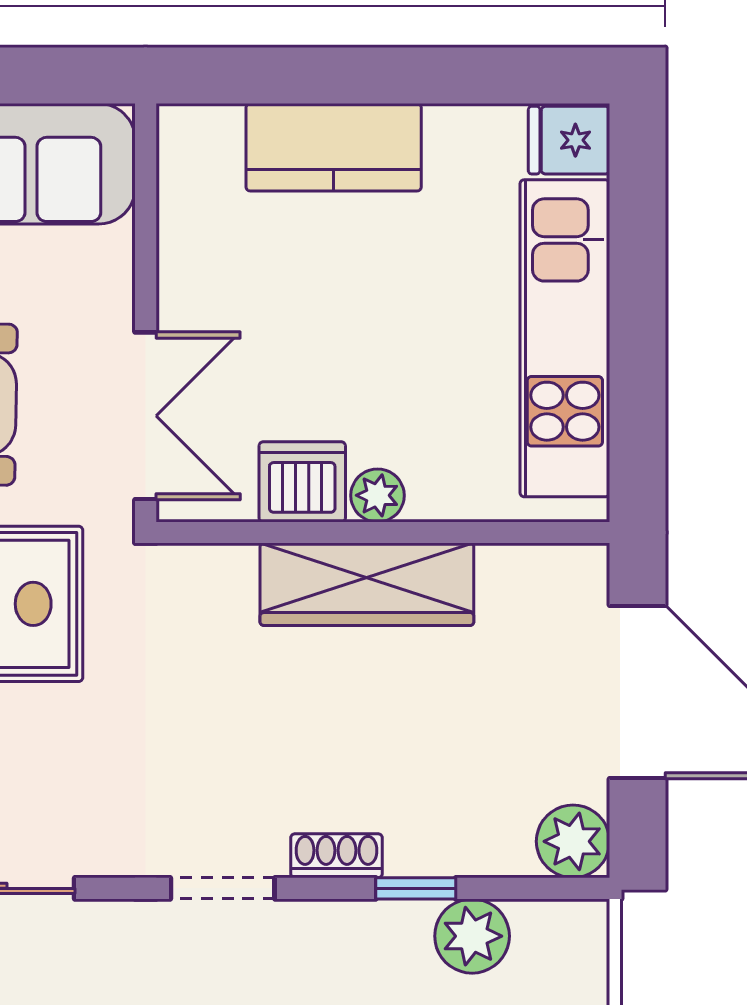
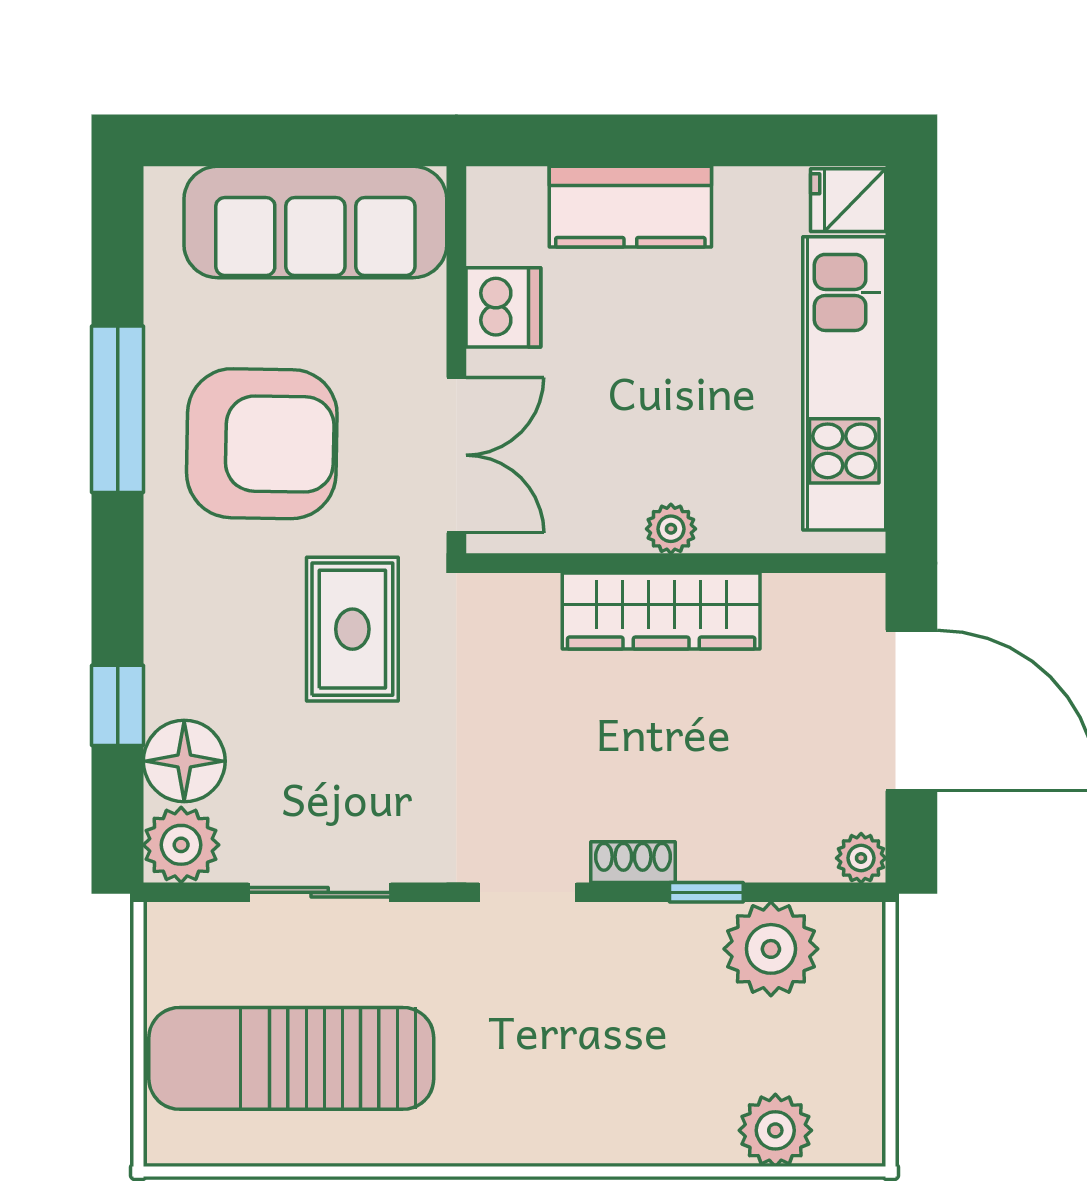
dishwasher: (302, 482) -> (503, 307), moved, turned 90
plant: (573, 841) -> (861, 858), width x0.73, depth x0.73
plant: (472, 936) -> (771, 949), width x1.36, depth x1.36

